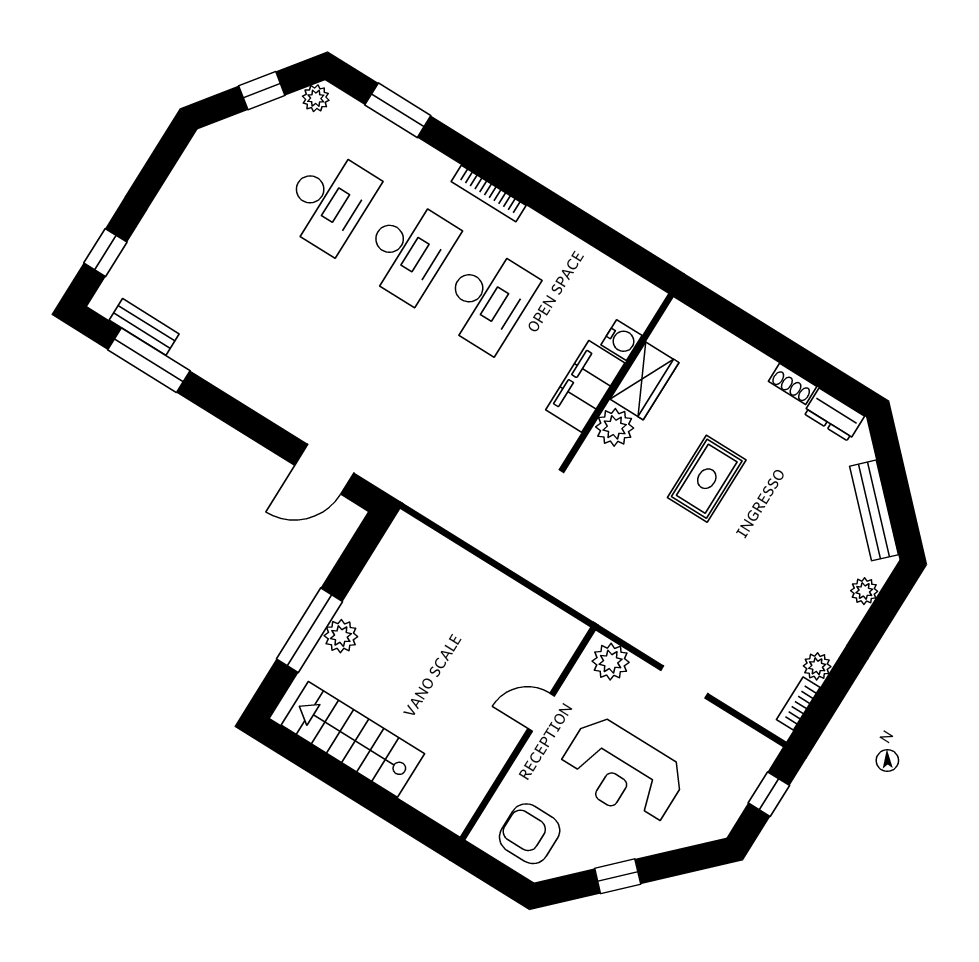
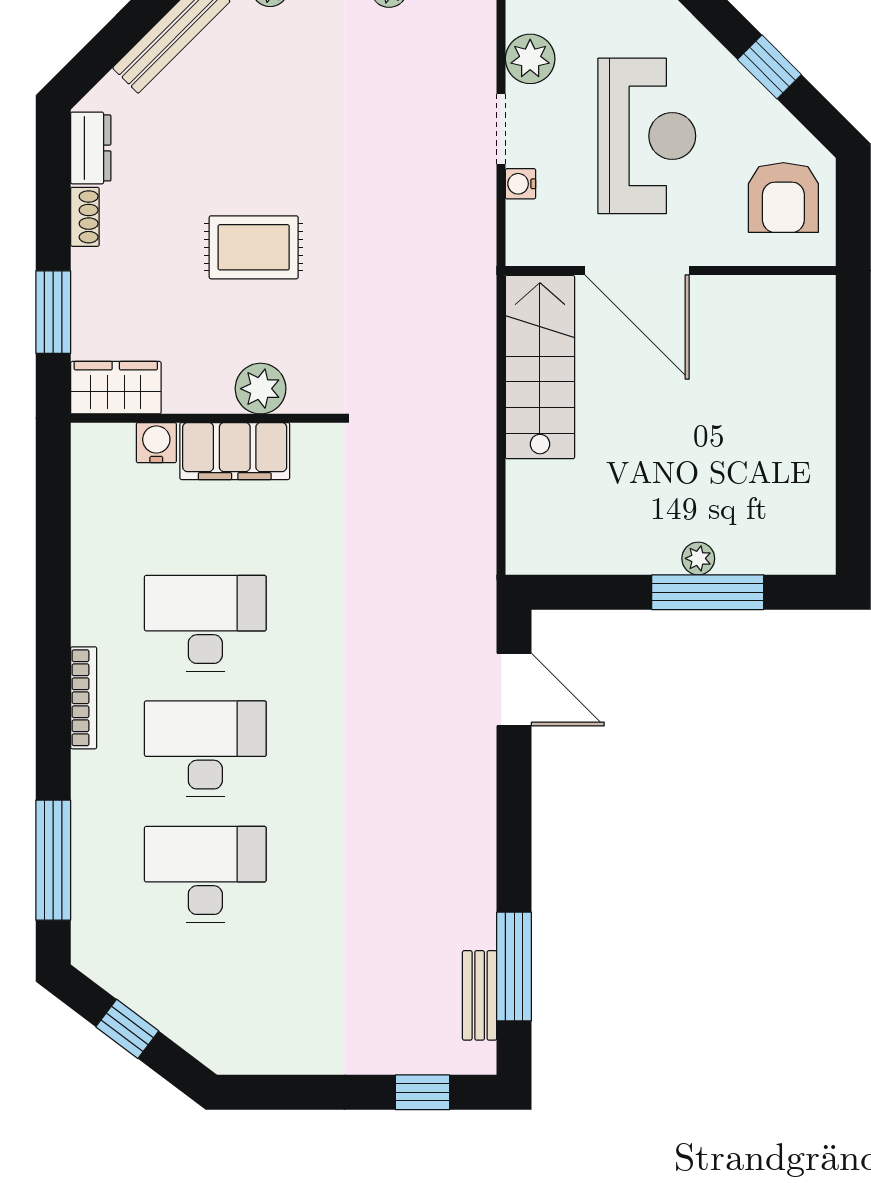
plant: (316, 98) -> (98, 962), removed
window: (398, 110) -> (53, 860), width x1.44
window: (745, 326) -> (53, 312), added
wardrobe: (644, 381) -> (116, 388), moved
plant: (341, 636) -> (698, 558), width x0.73, depth x0.73
plant: (611, 662) -> (530, 59), moved
water cooler: (642, 673) -> (520, 184), added
door: (541, 712) -> (637, 270), width x1.88
stairs: (353, 739) -> (540, 367), moved, turned 180

